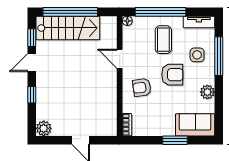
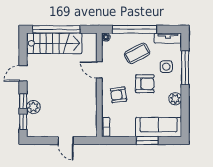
window: (32, 38) -> (23, 122), moved
coffee table: (163, 40) -> (137, 53), turned 62
sofa: (195, 125) -> (158, 127), width x1.36
plant: (44, 128) -> (33, 107), moved

